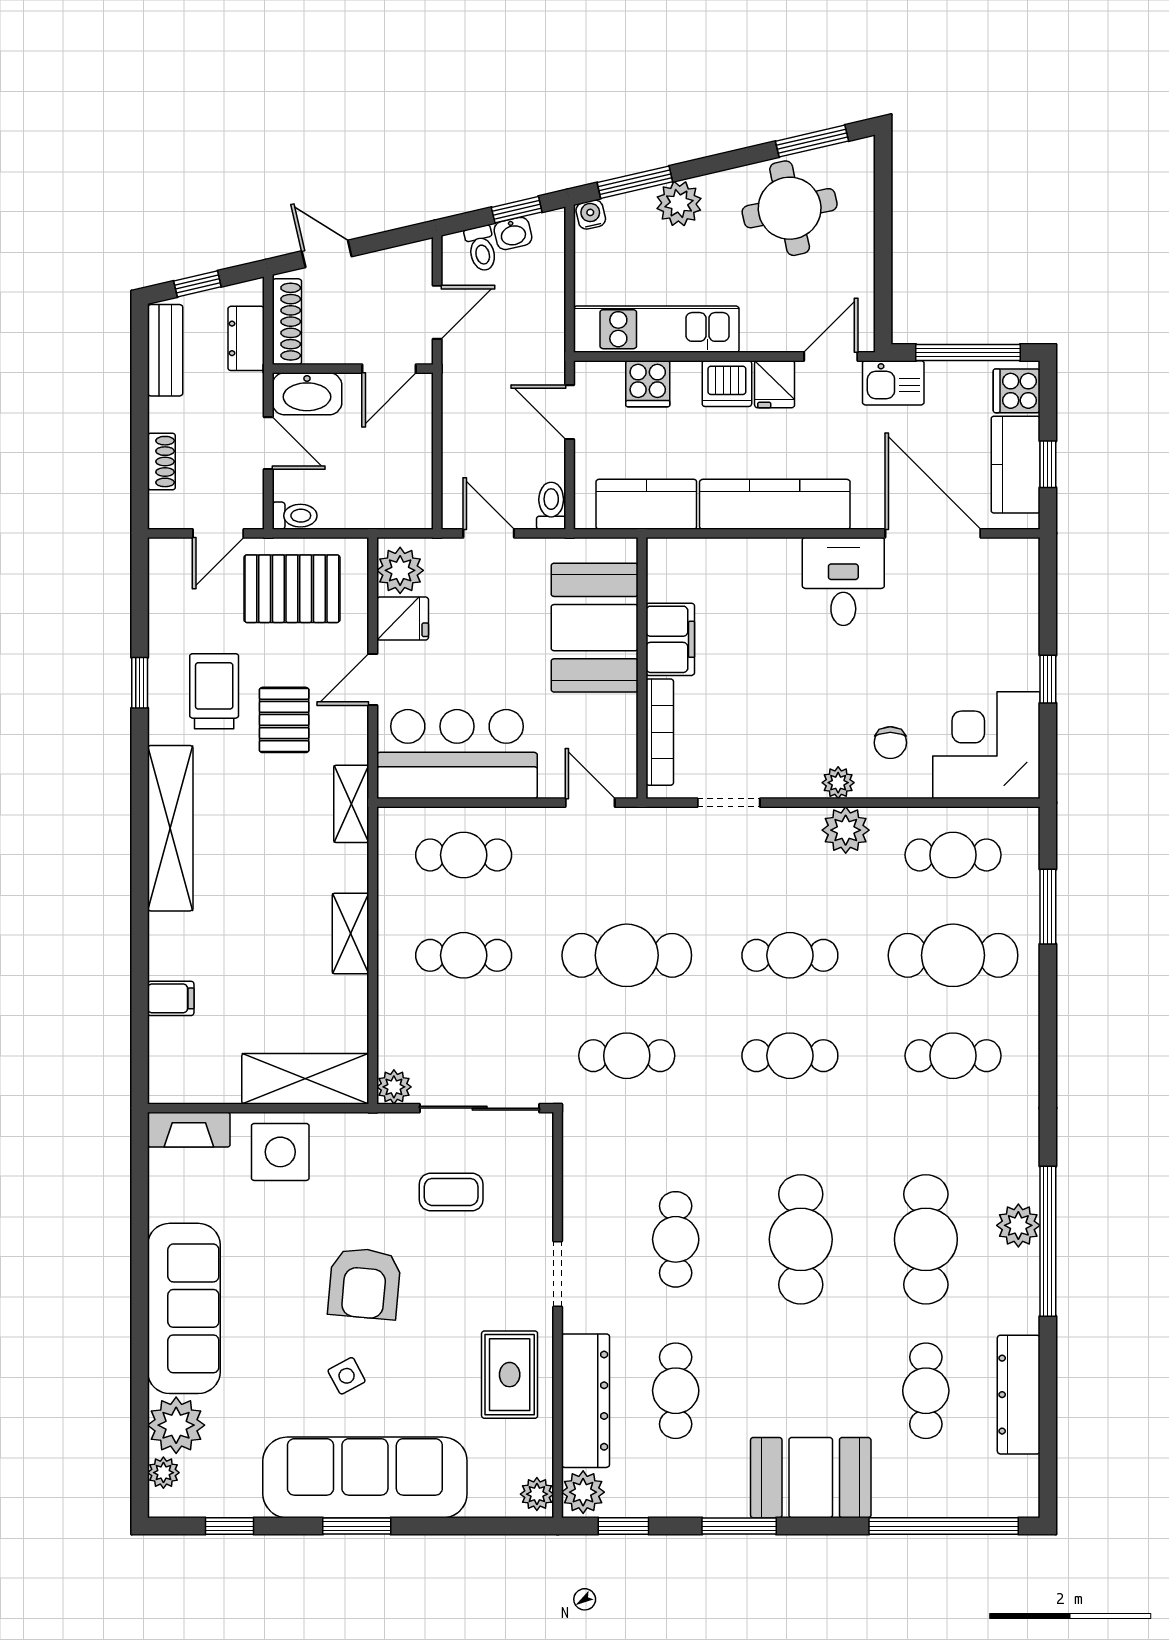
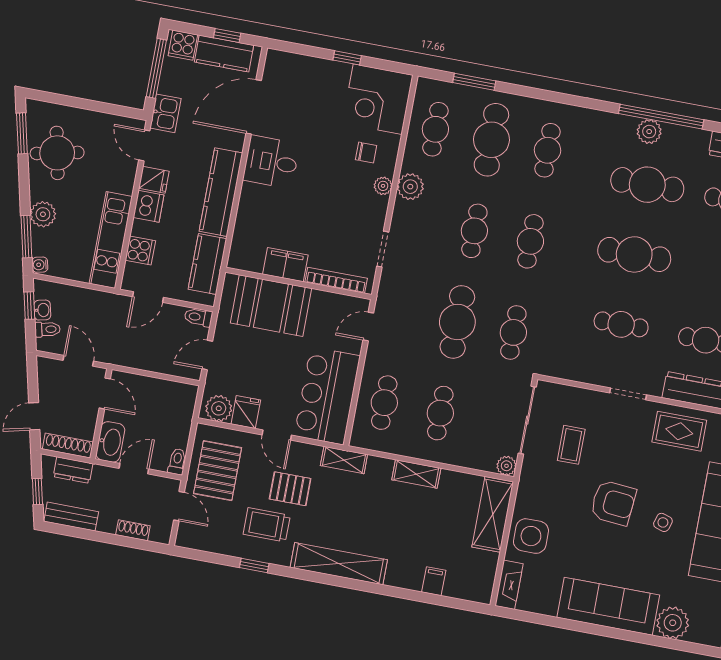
side table: (347, 1376) -> (663, 522), turned 45
plant: (163, 1473) -> (698, 635), removed

